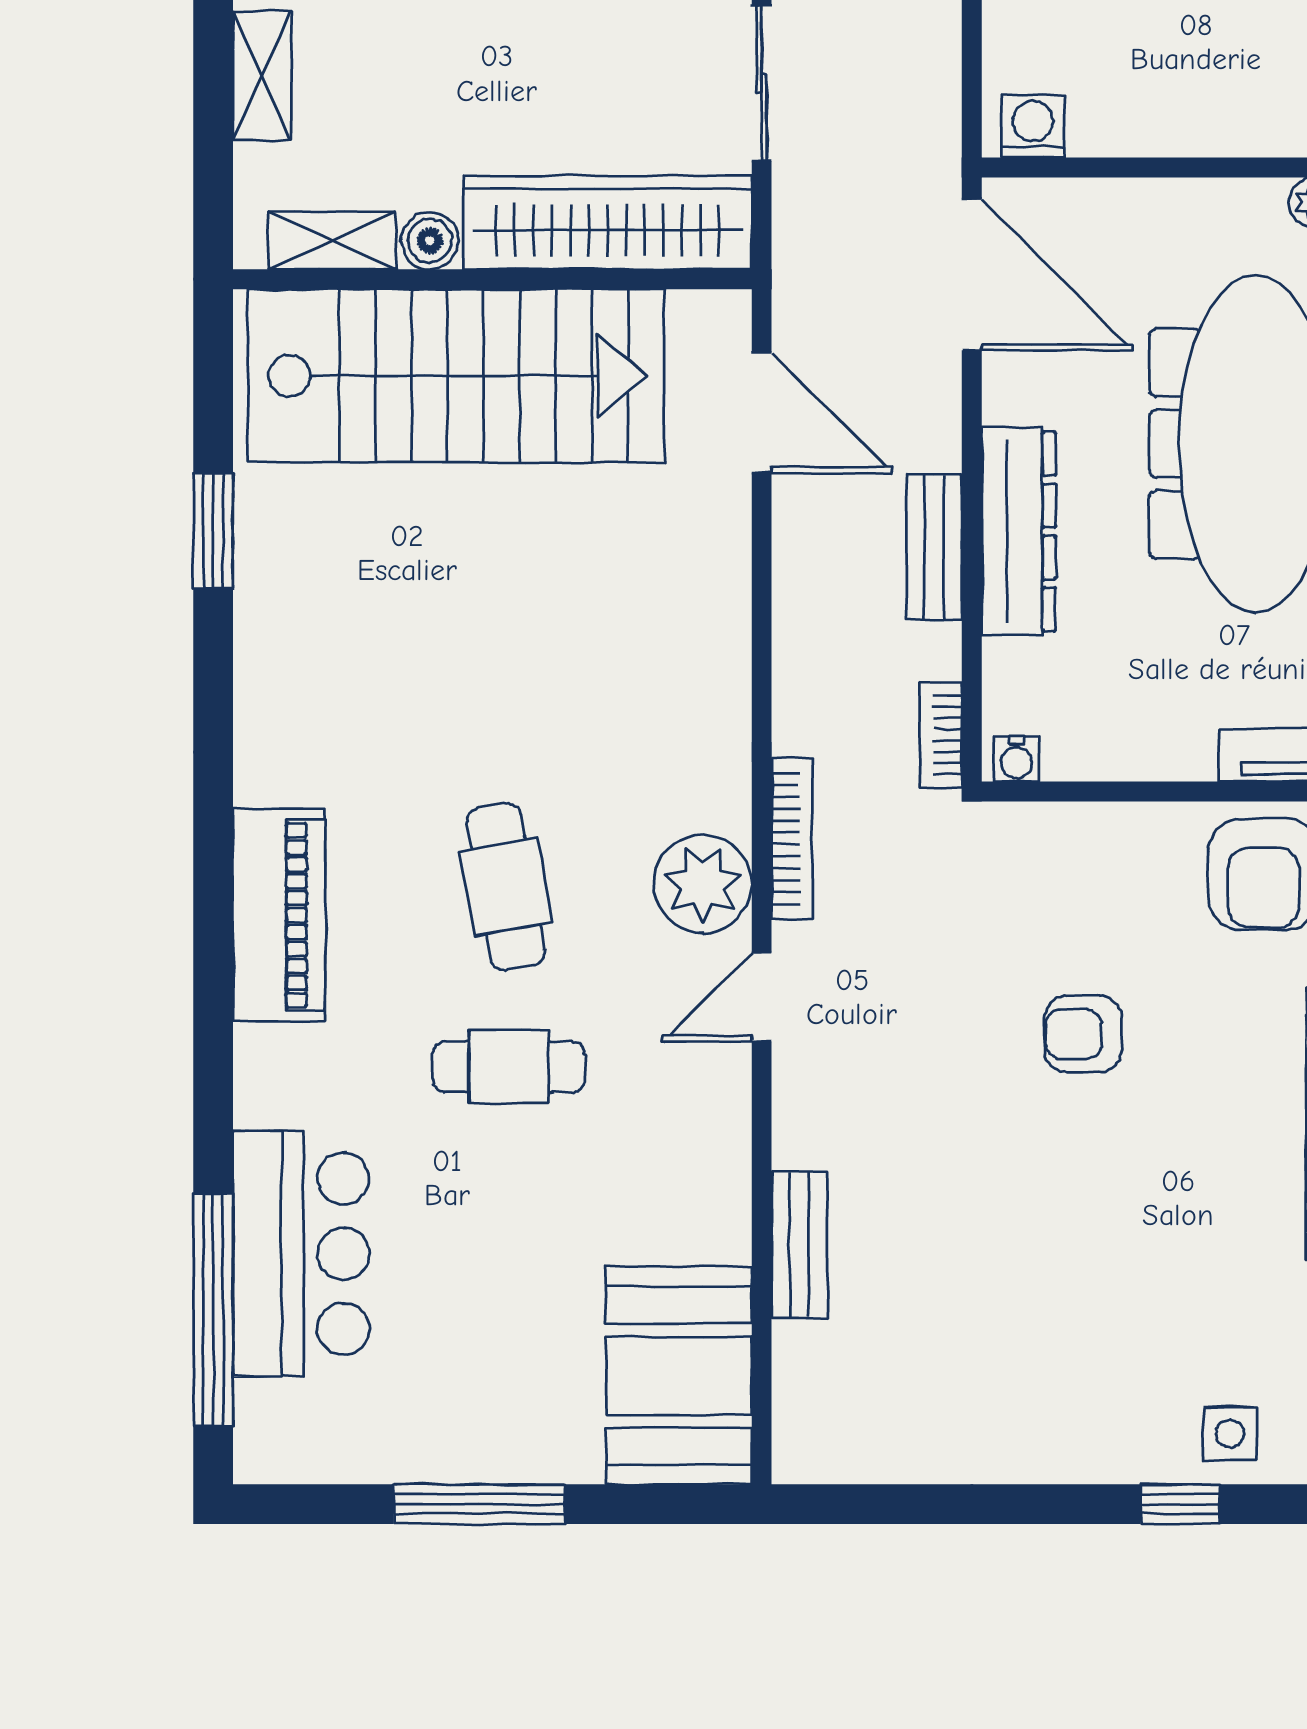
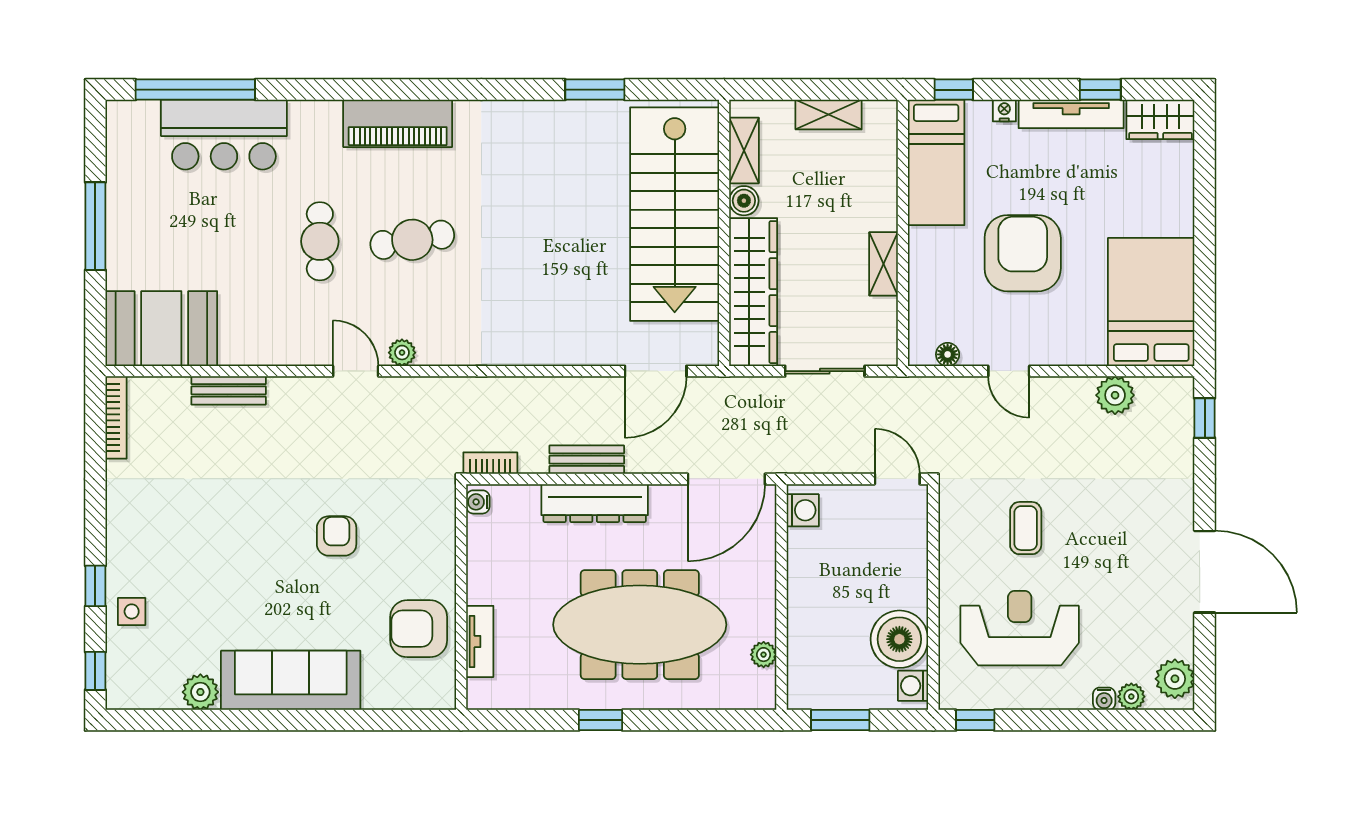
bookcase: (792, 838) -> (116, 417), moved, turned -90
plant: (703, 884) -> (402, 353), width x0.53, depth x0.53

